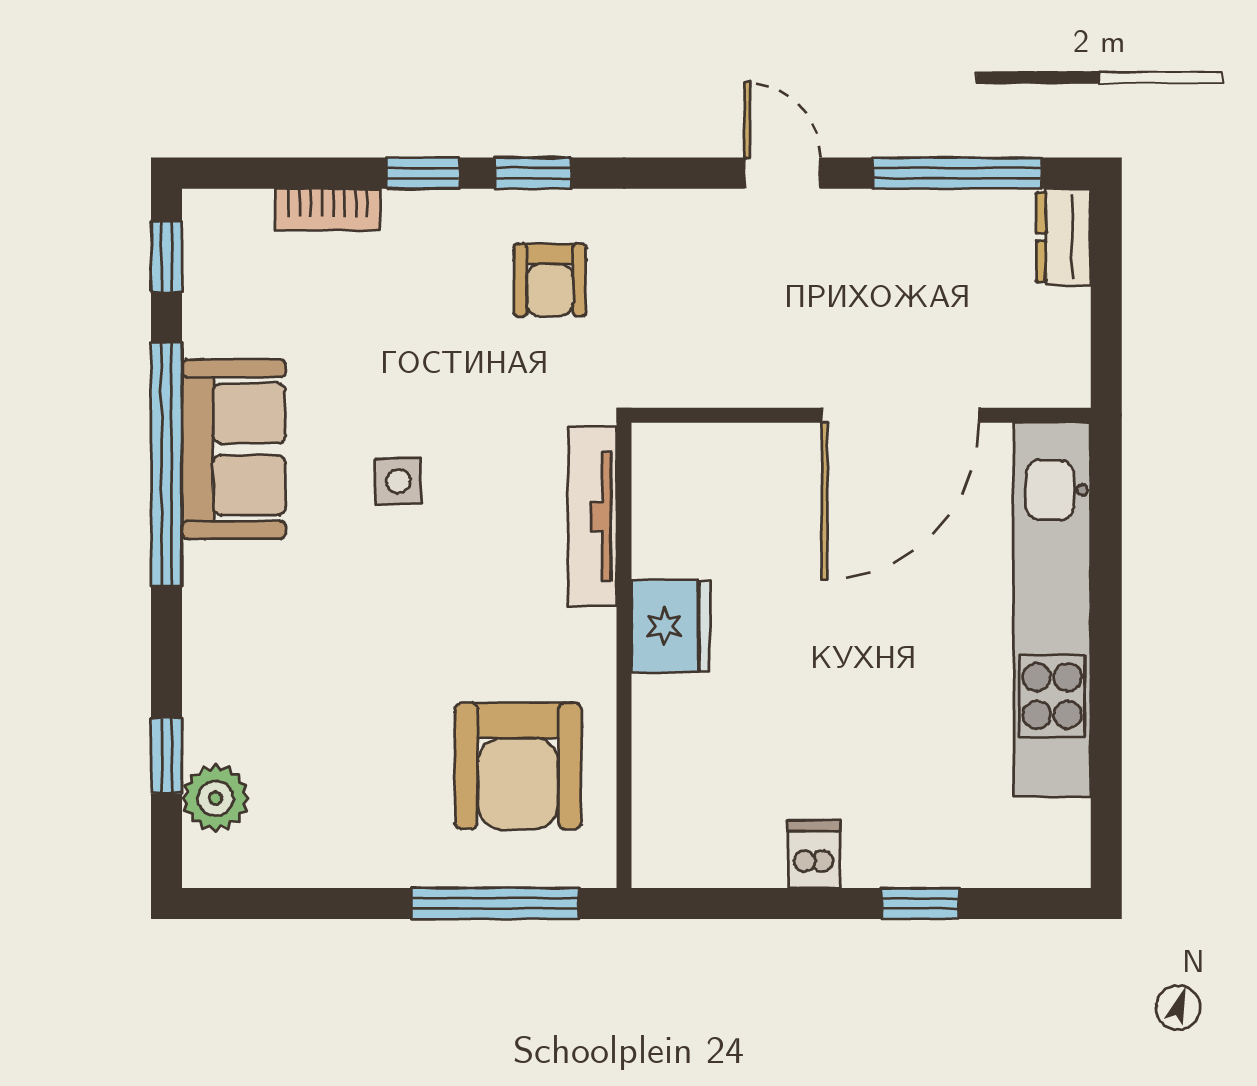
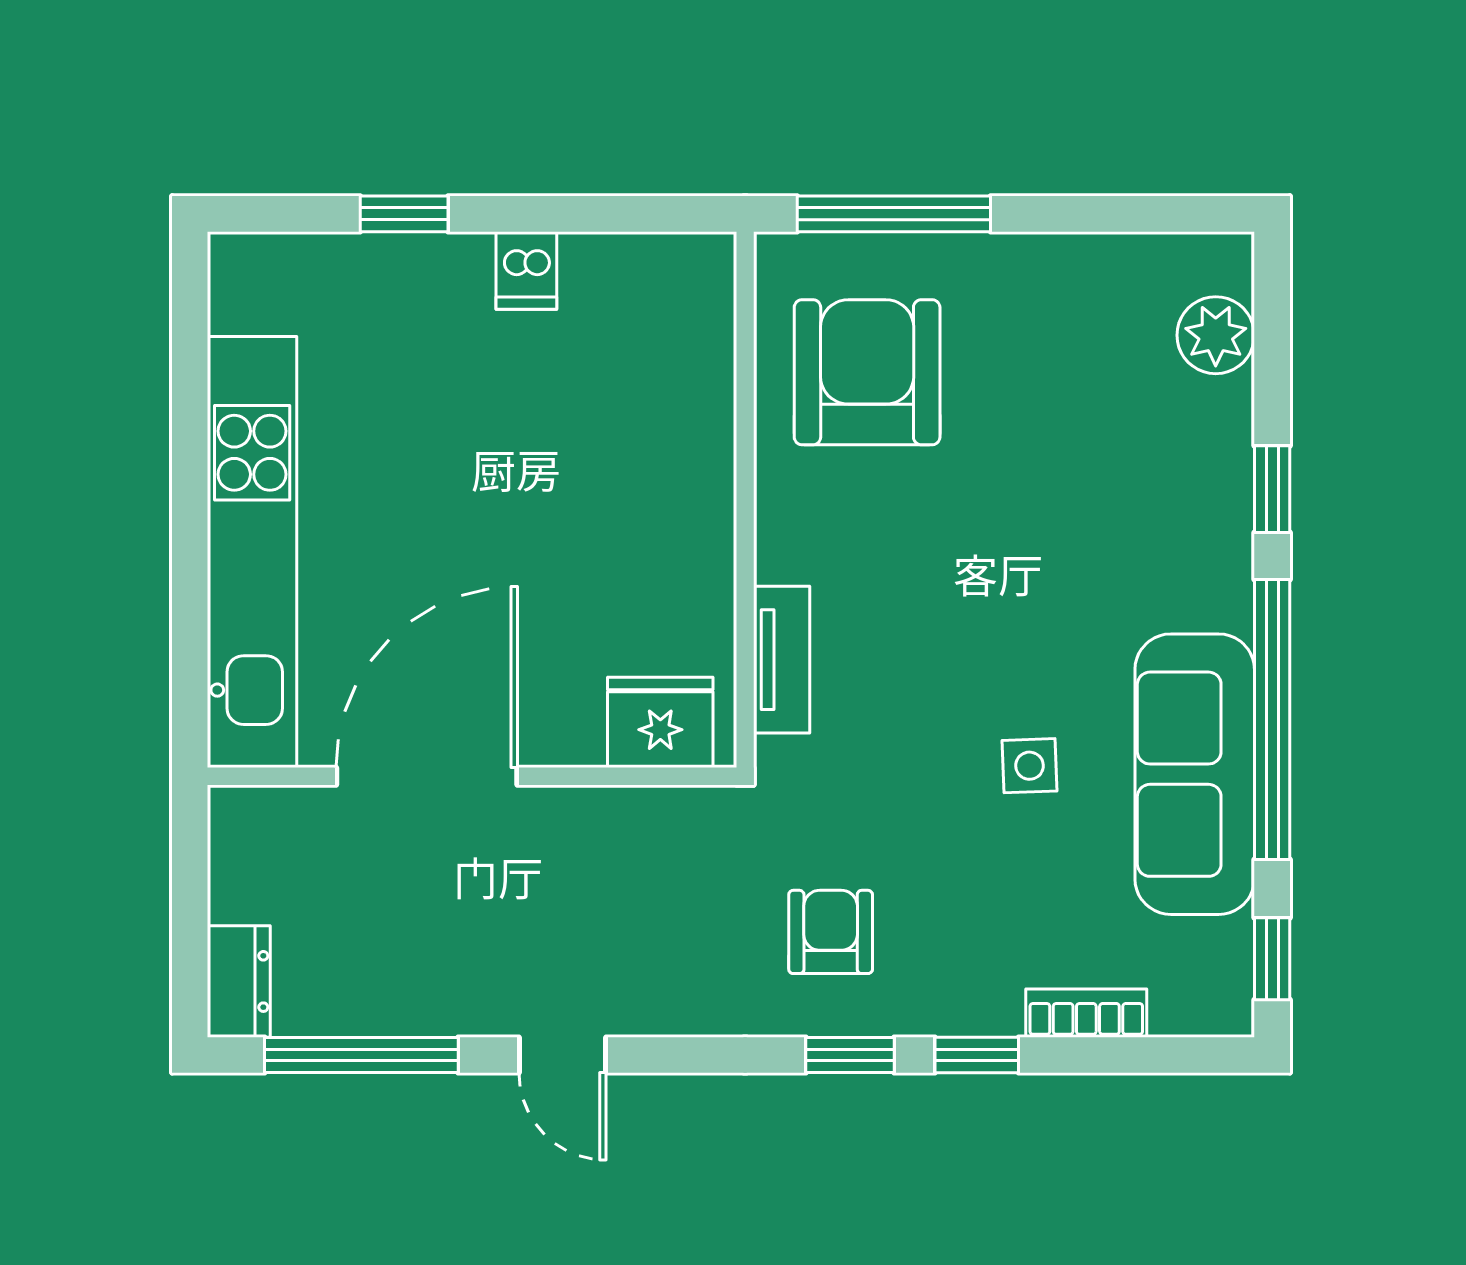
sofa: (234, 449) -> (1195, 774), width x1.36
side table: (398, 481) -> (1030, 766), moved
tv unit: (592, 516) -> (782, 660), width x0.71
fridge: (671, 626) -> (660, 722), moved, turned 90
window: (166, 756) -> (1272, 489), moved

